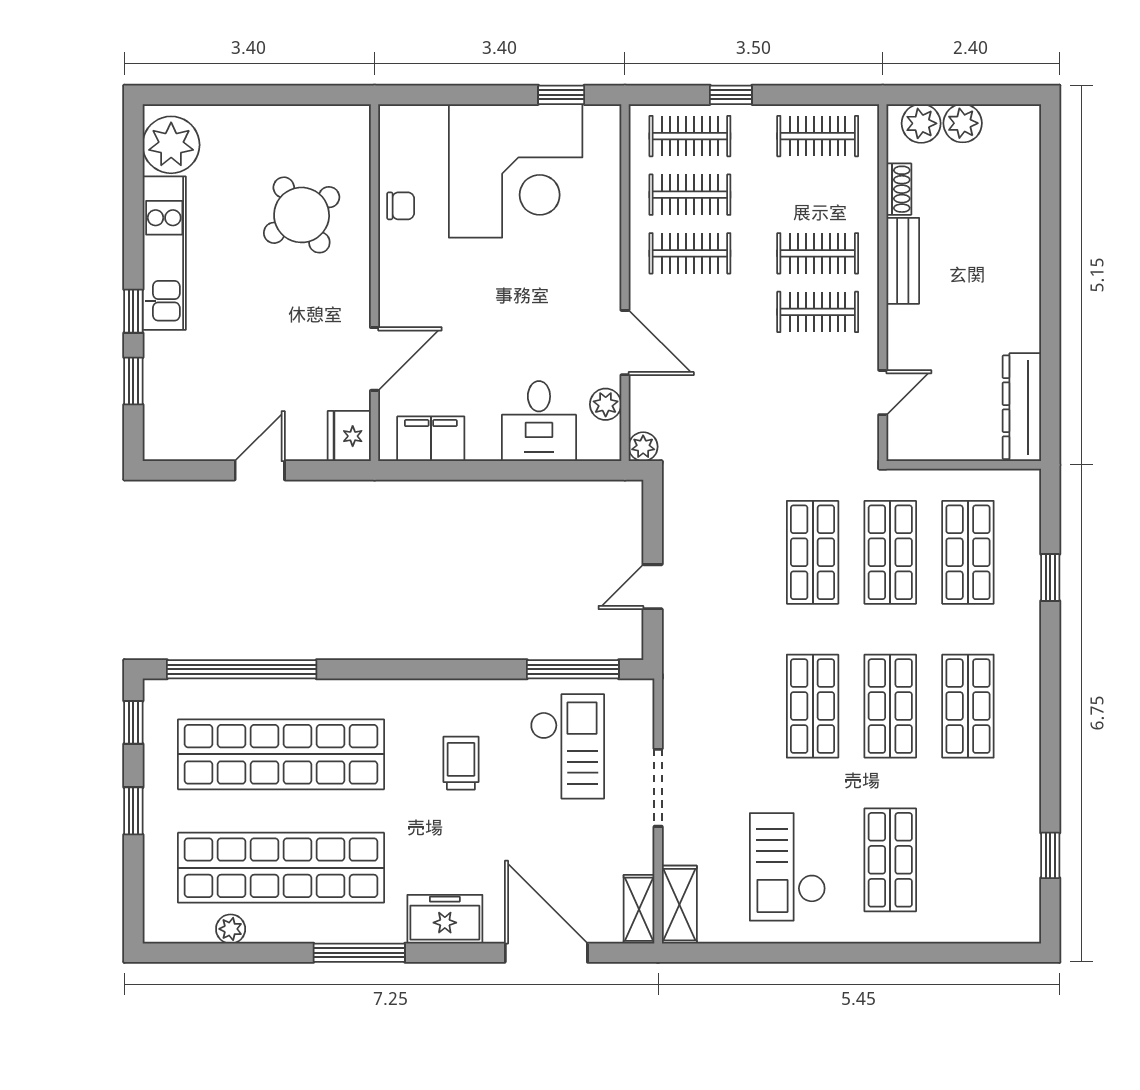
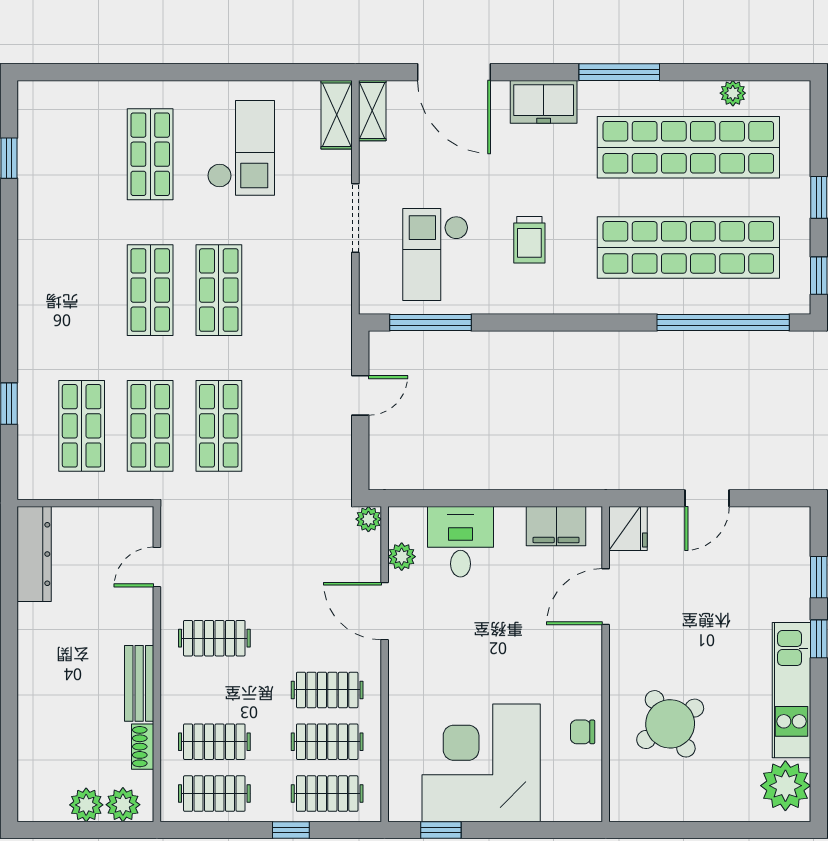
clothes rail: (818, 253) -> (214, 742), moved
shop shelf: (968, 706) -> (82, 290), removed

